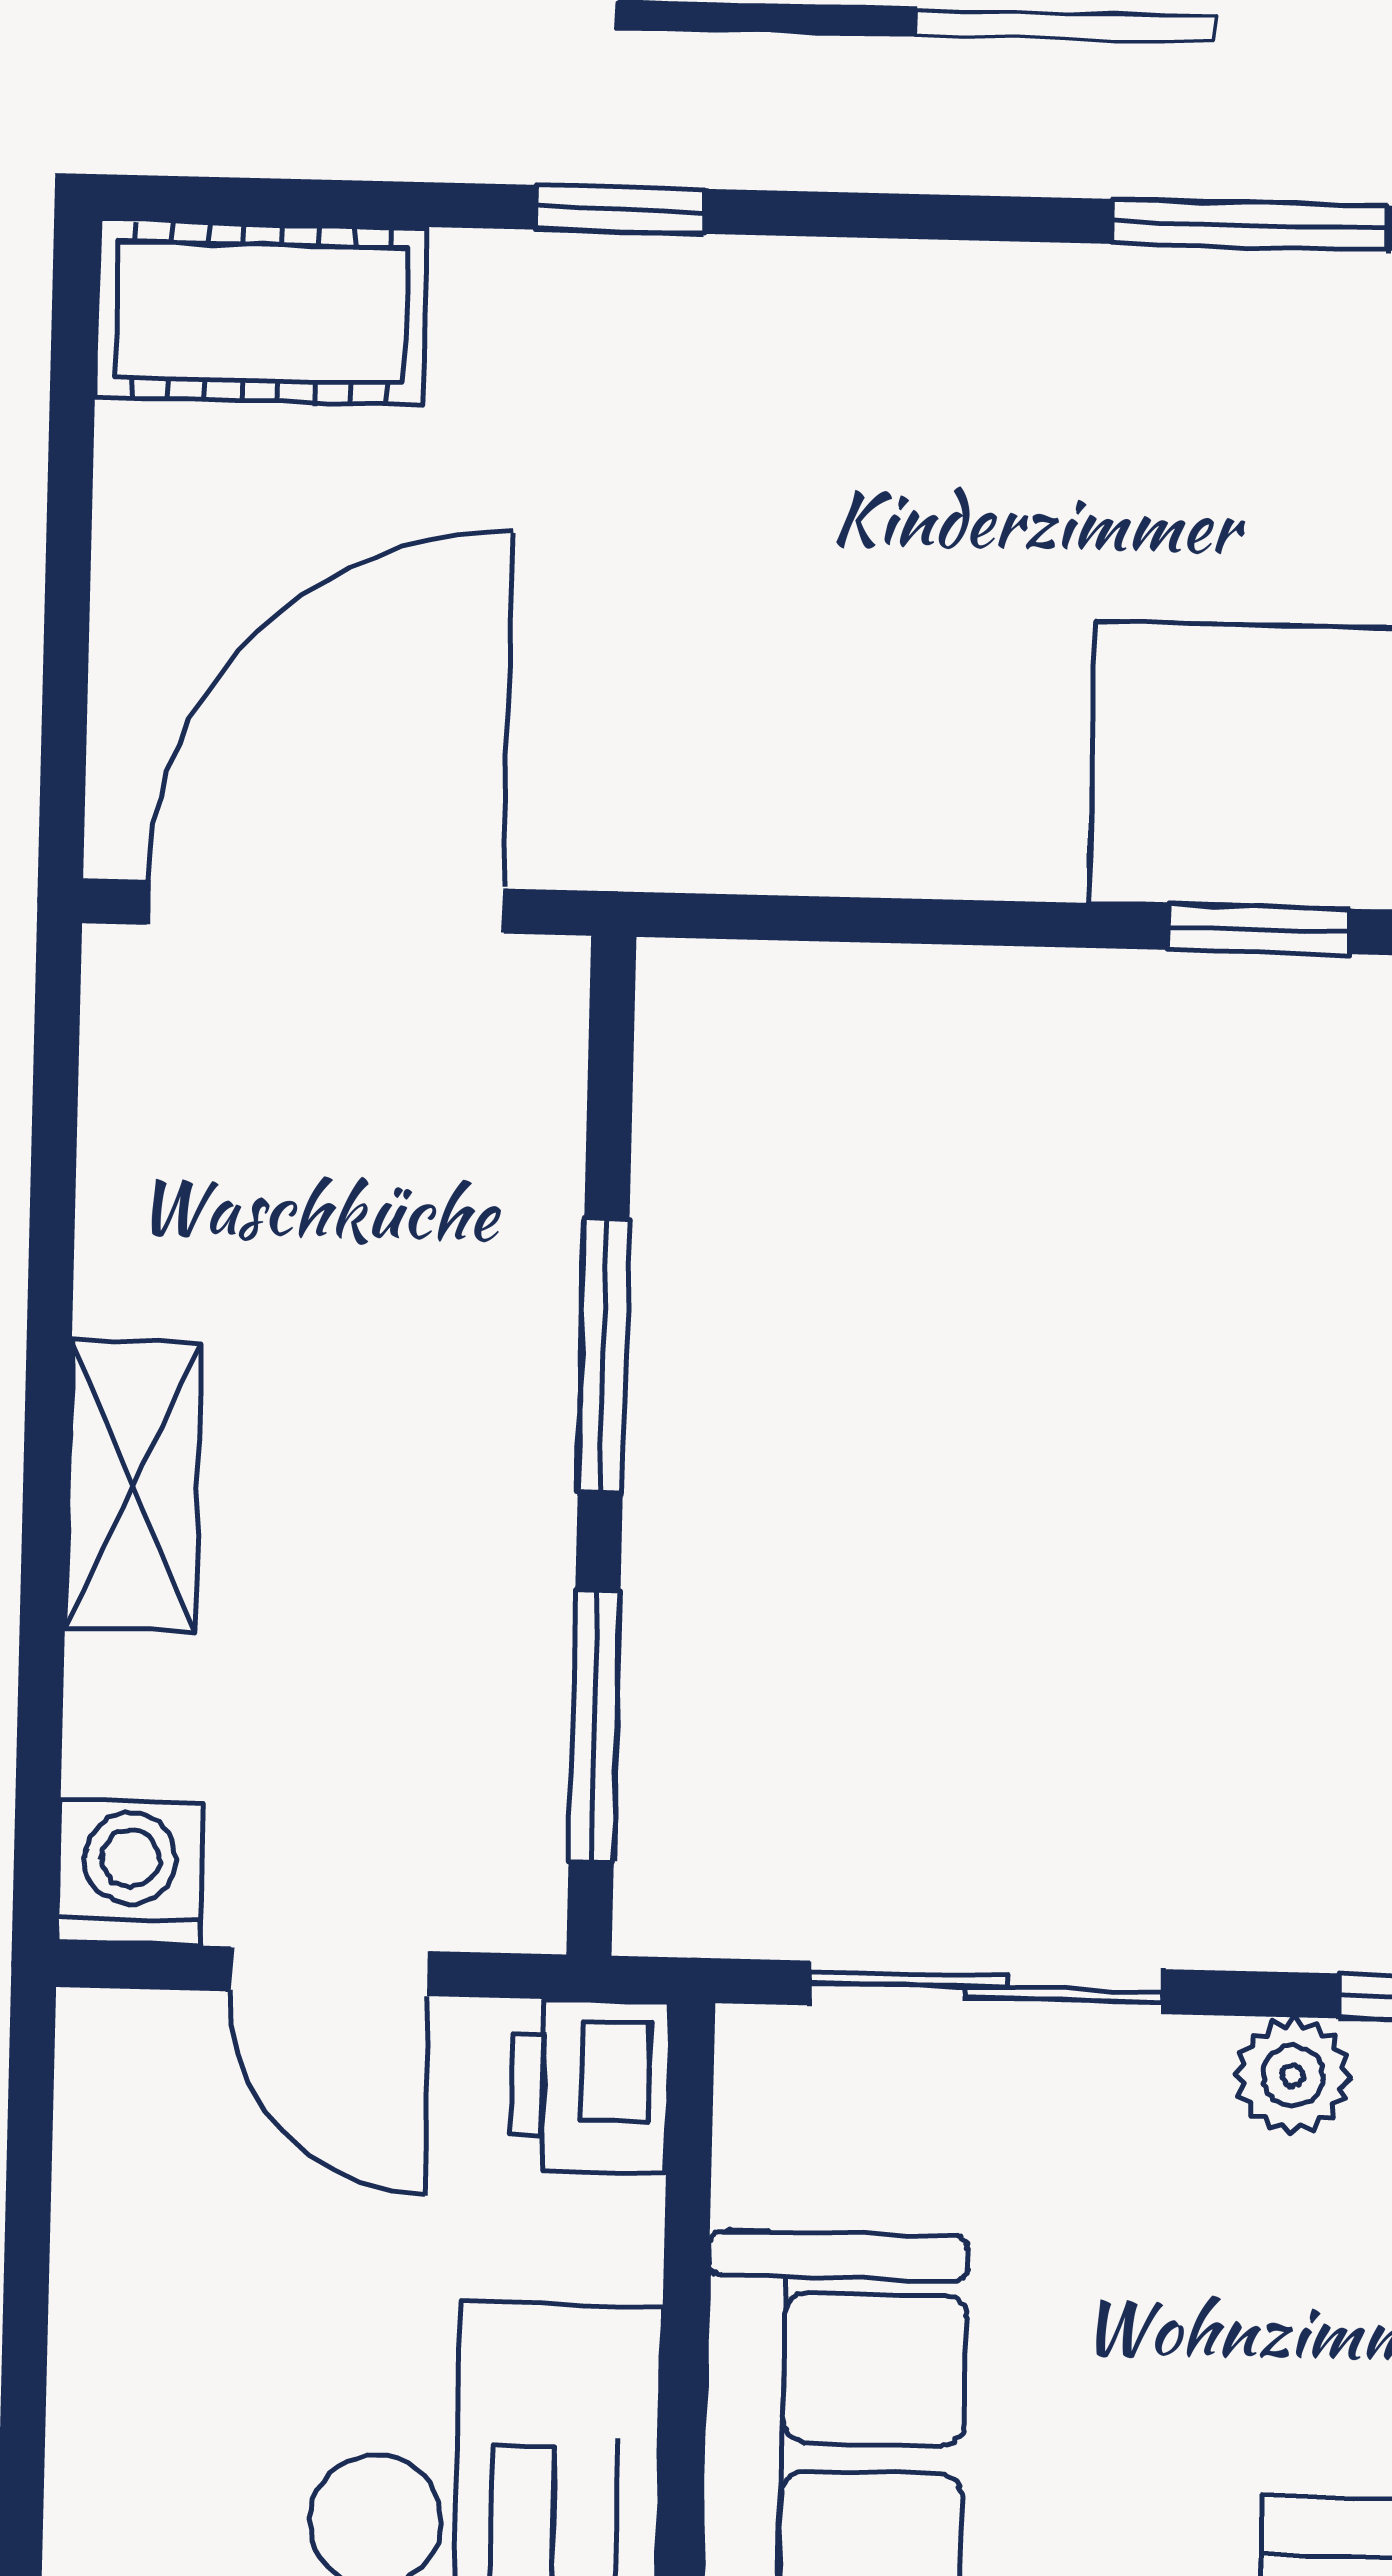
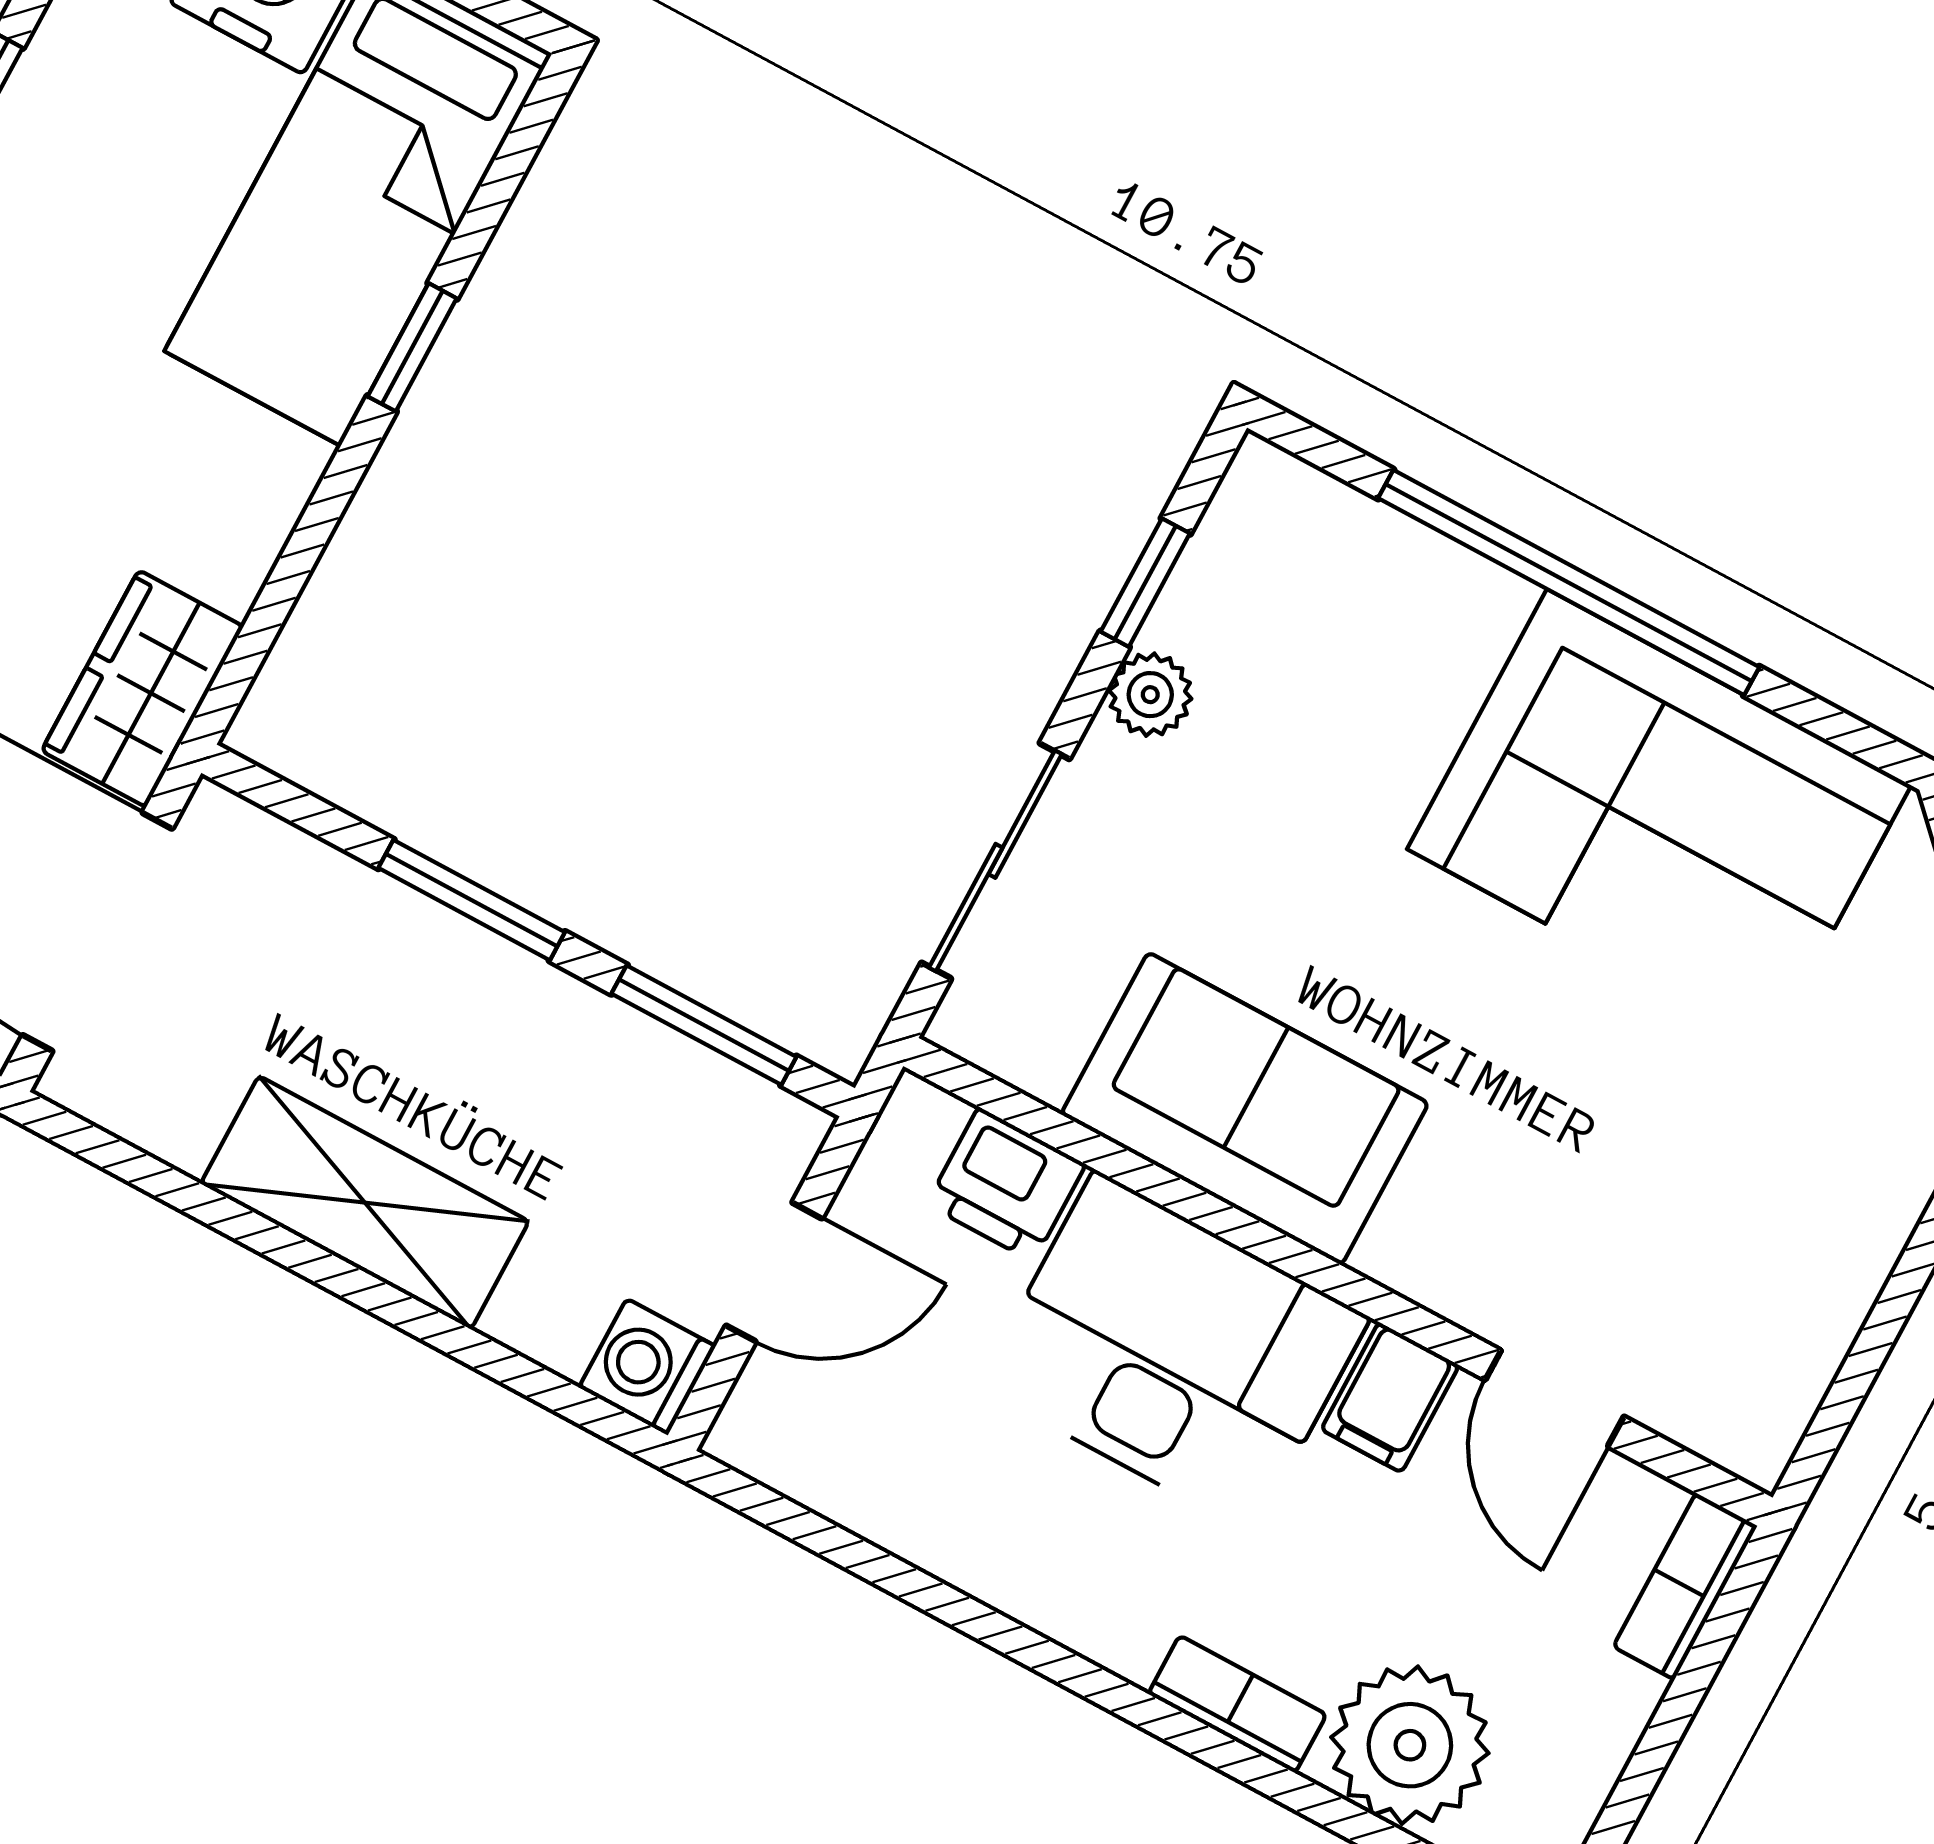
wardrobe: (659, 809) -> (142, 689), added
shelving: (133, 1486) -> (365, 1203), width x1.50, depth x1.33
printer: (590, 2086) -> (1006, 1184), moved

